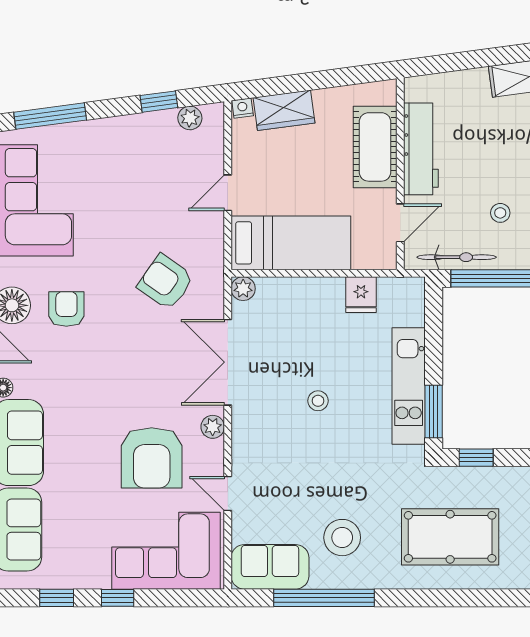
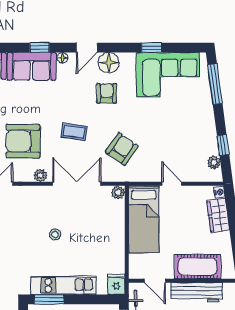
fridge: (361, 295) -> (116, 285), moved, turned 90
armchair: (66, 309) -> (107, 93), turned -90
coffee table: (135, 367) -> (74, 132), added

